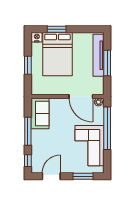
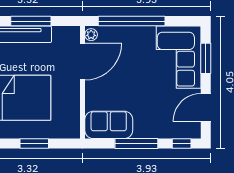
corner sofa: (90, 146) -> (179, 57), moved, turned 90
door: (51, 176) -> (206, 107), hinge flipped

